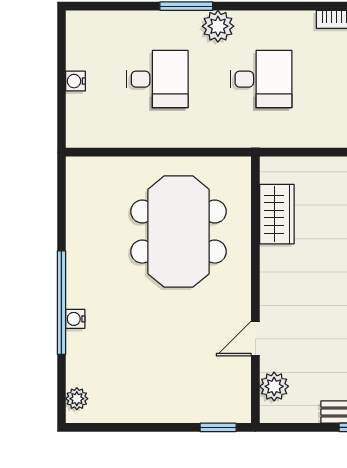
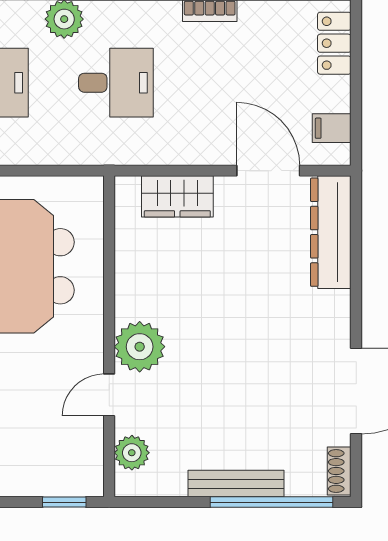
wardrobe: (277, 214) -> (177, 196), moved, turned 90
plant: (281, 298) -> (140, 347), added

